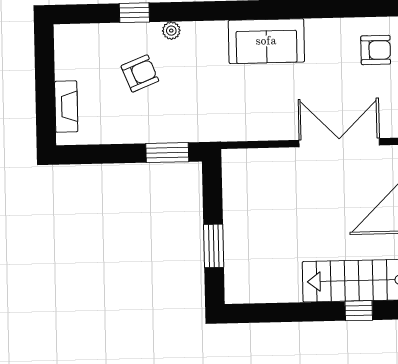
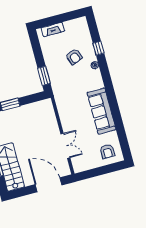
sofa: (266, 41) -> (102, 111), width x1.36
double door: (339, 143) -> (65, 146), width x0.73

